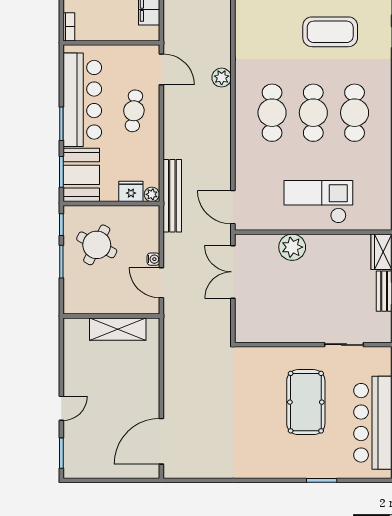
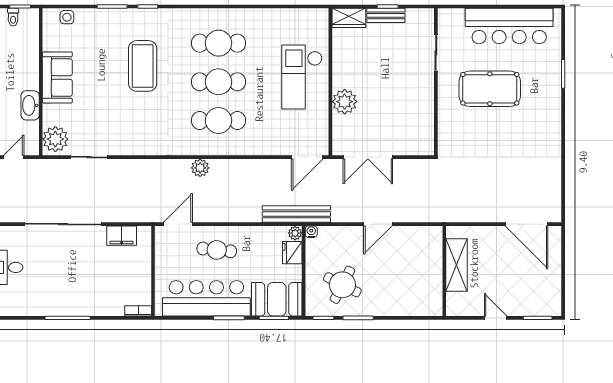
plant: (222, 78) -> (200, 168), moved
water cooler: (153, 259) -> (311, 232), moved
wall: (111, 316) -> (444, 271), moved
shelving: (118, 329) -> (456, 265), moved

